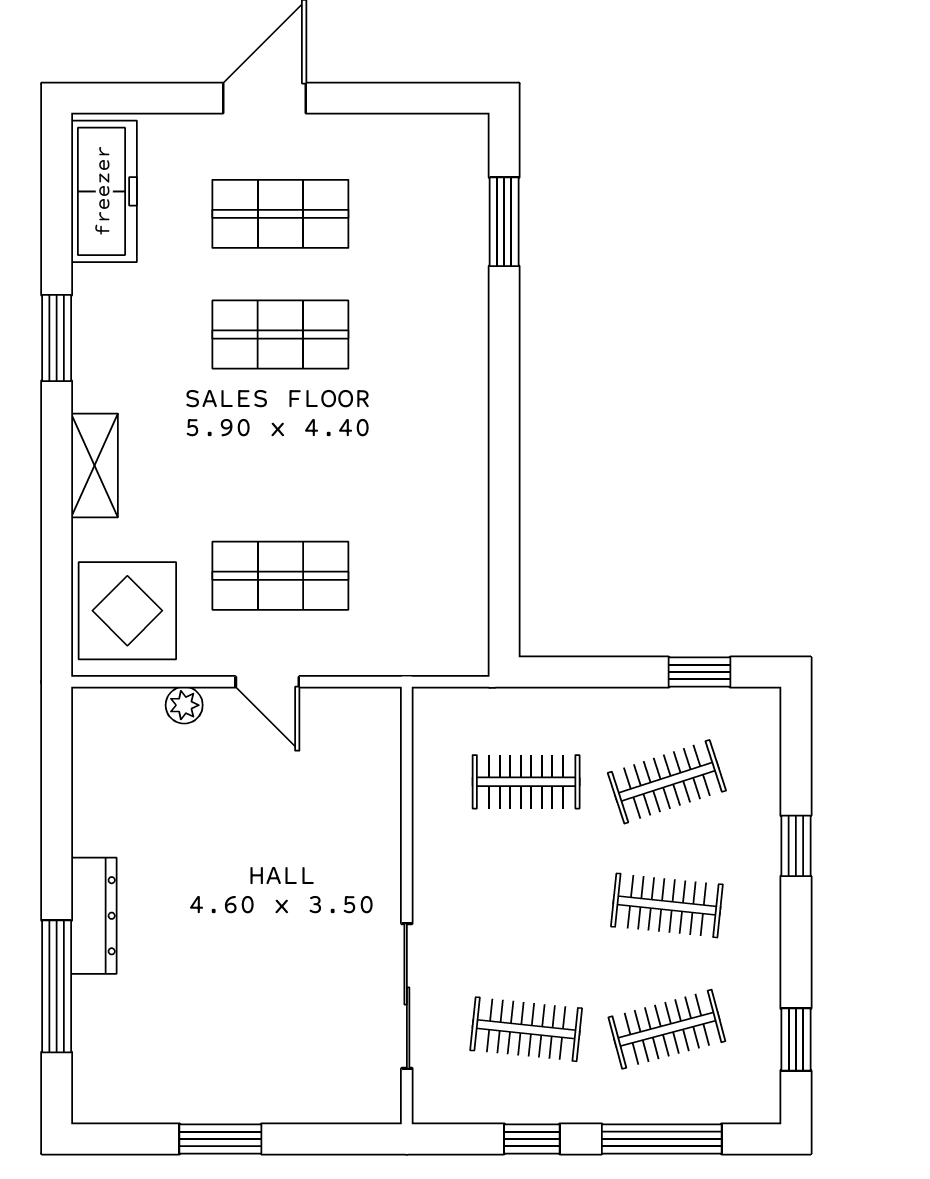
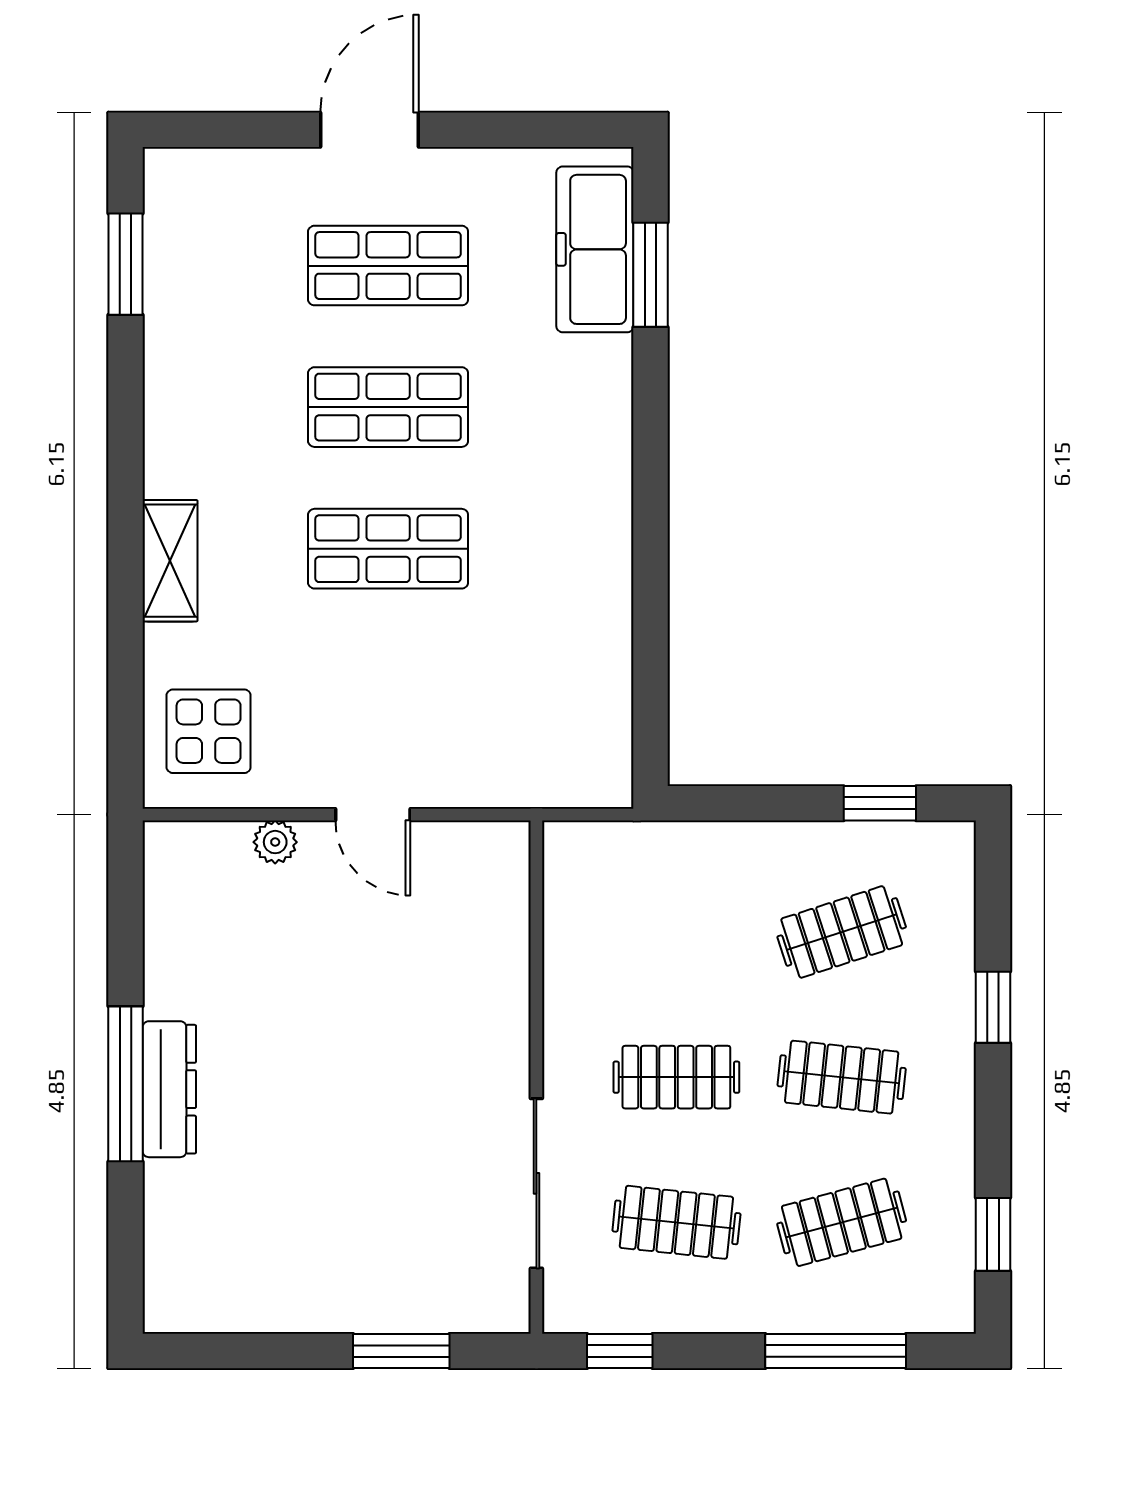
freezer: (104, 191) -> (595, 249), moved, turned 180
window: (57, 338) -> (126, 264), moved
shop shelf: (280, 576) -> (388, 549), moved
display table: (127, 611) -> (209, 731), width x0.73, depth x0.73
clothes rail: (526, 782) -> (676, 1077), moved
window: (57, 986) -> (126, 1084), moved
window: (220, 1139) -> (401, 1351), moved
window: (532, 1139) -> (620, 1351), moved

